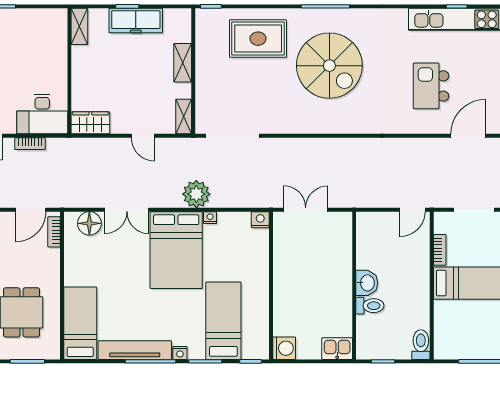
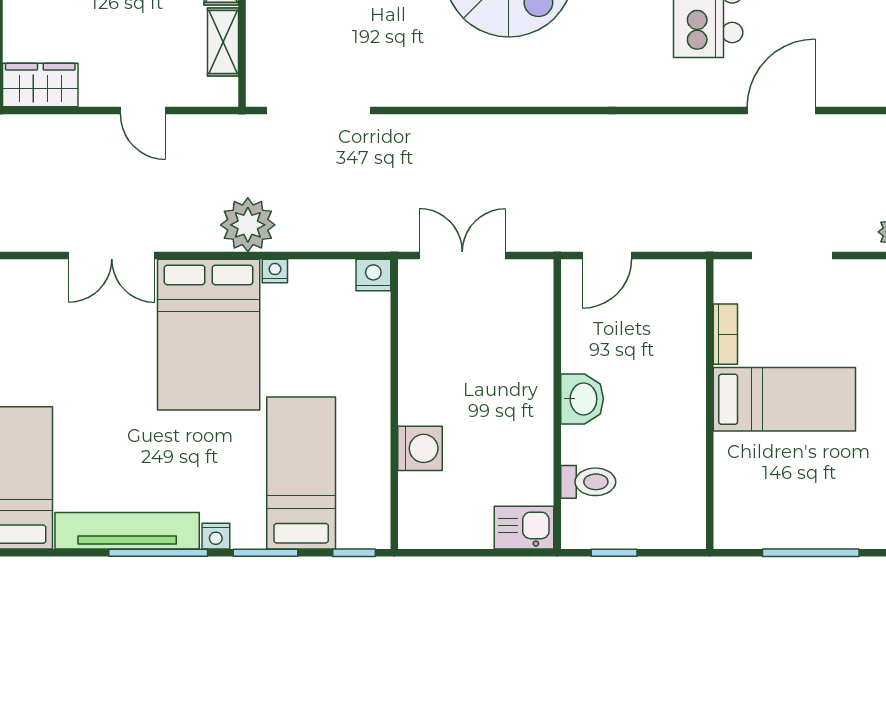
shelving: (184, 117) -> (223, 42), moved
door: (412, 210) -> (607, 255), moved
floor lamp: (89, 223) -> (38, 282), removed
toilet: (370, 306) -> (588, 482), moved
toilet: (421, 345) -> (688, 520), removed
washing machine: (284, 348) -> (420, 448), moved

